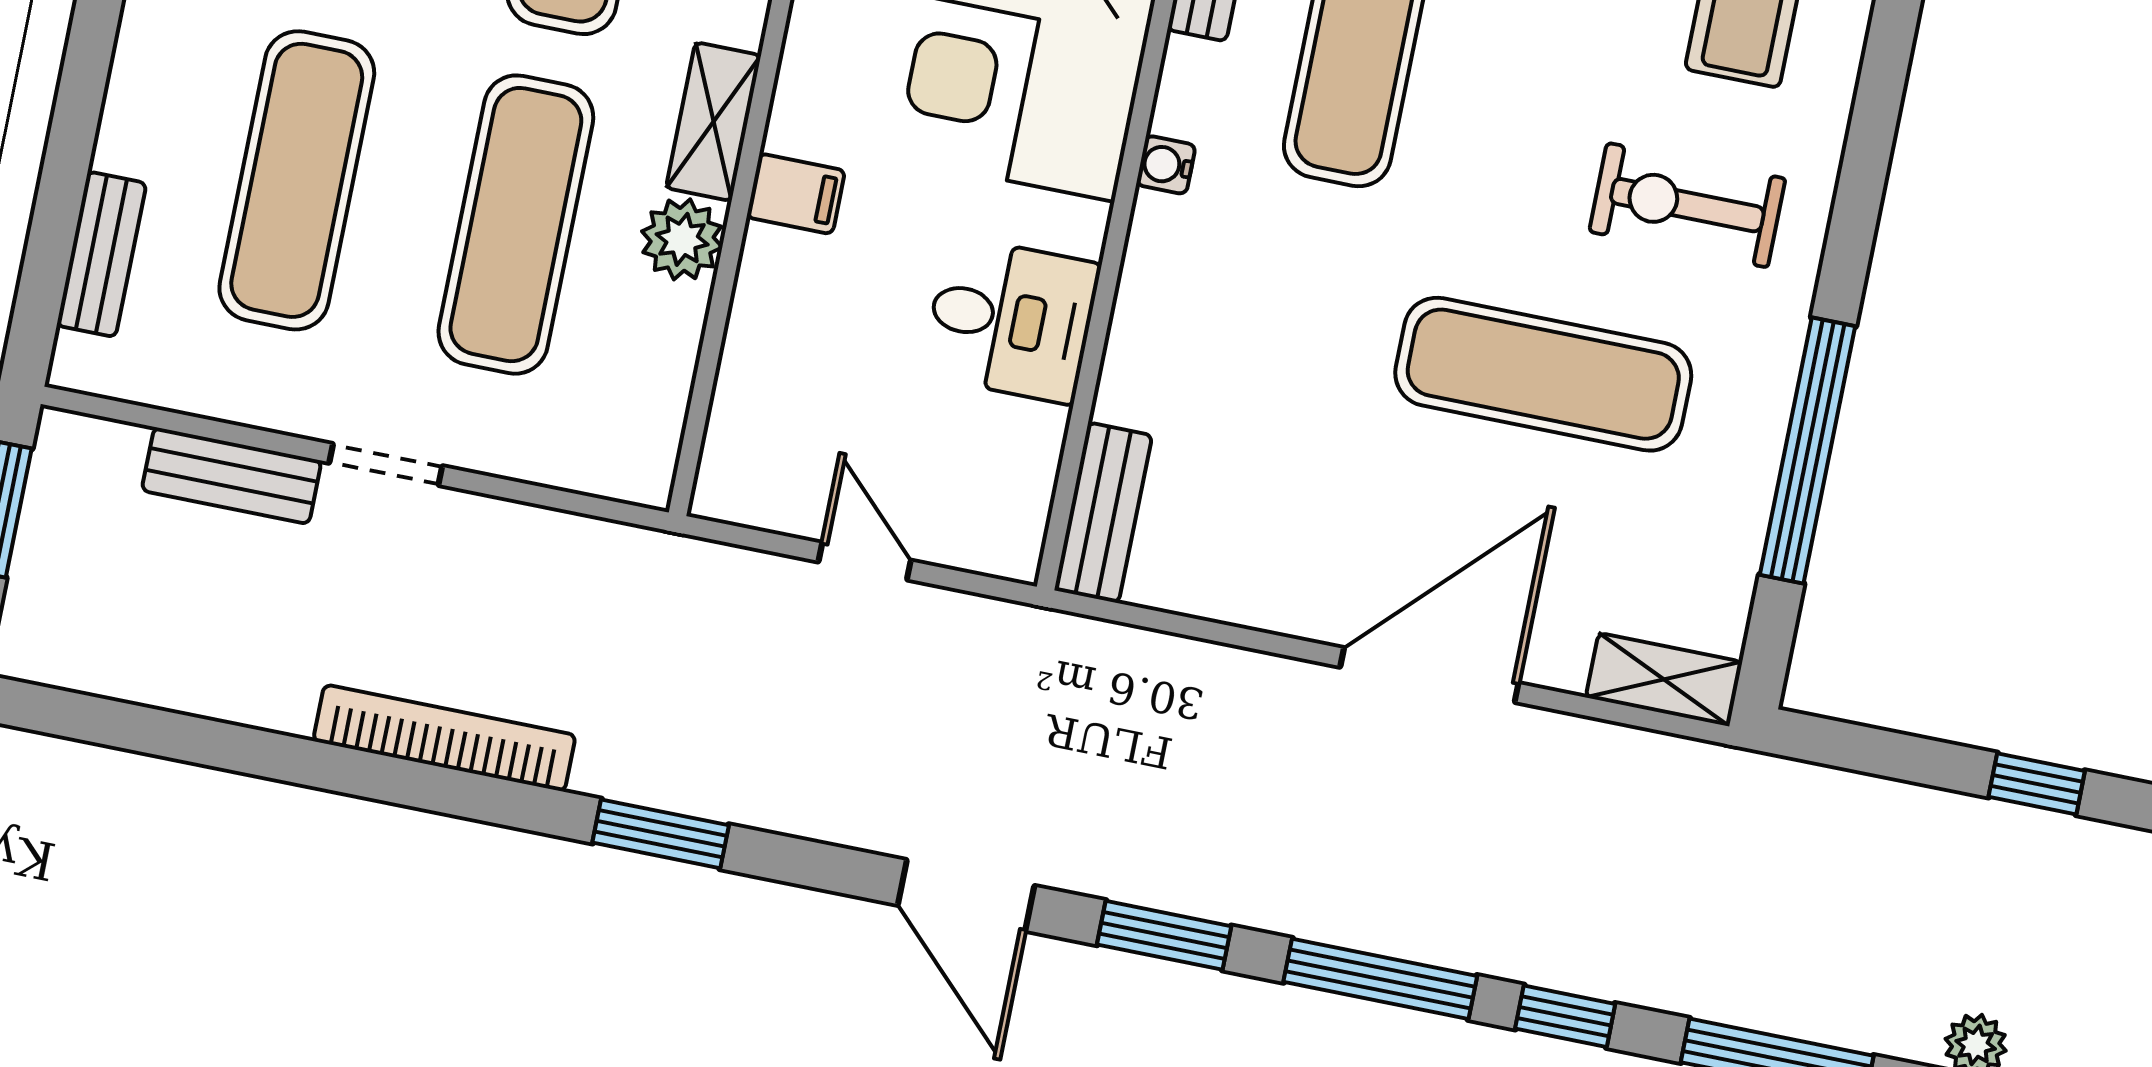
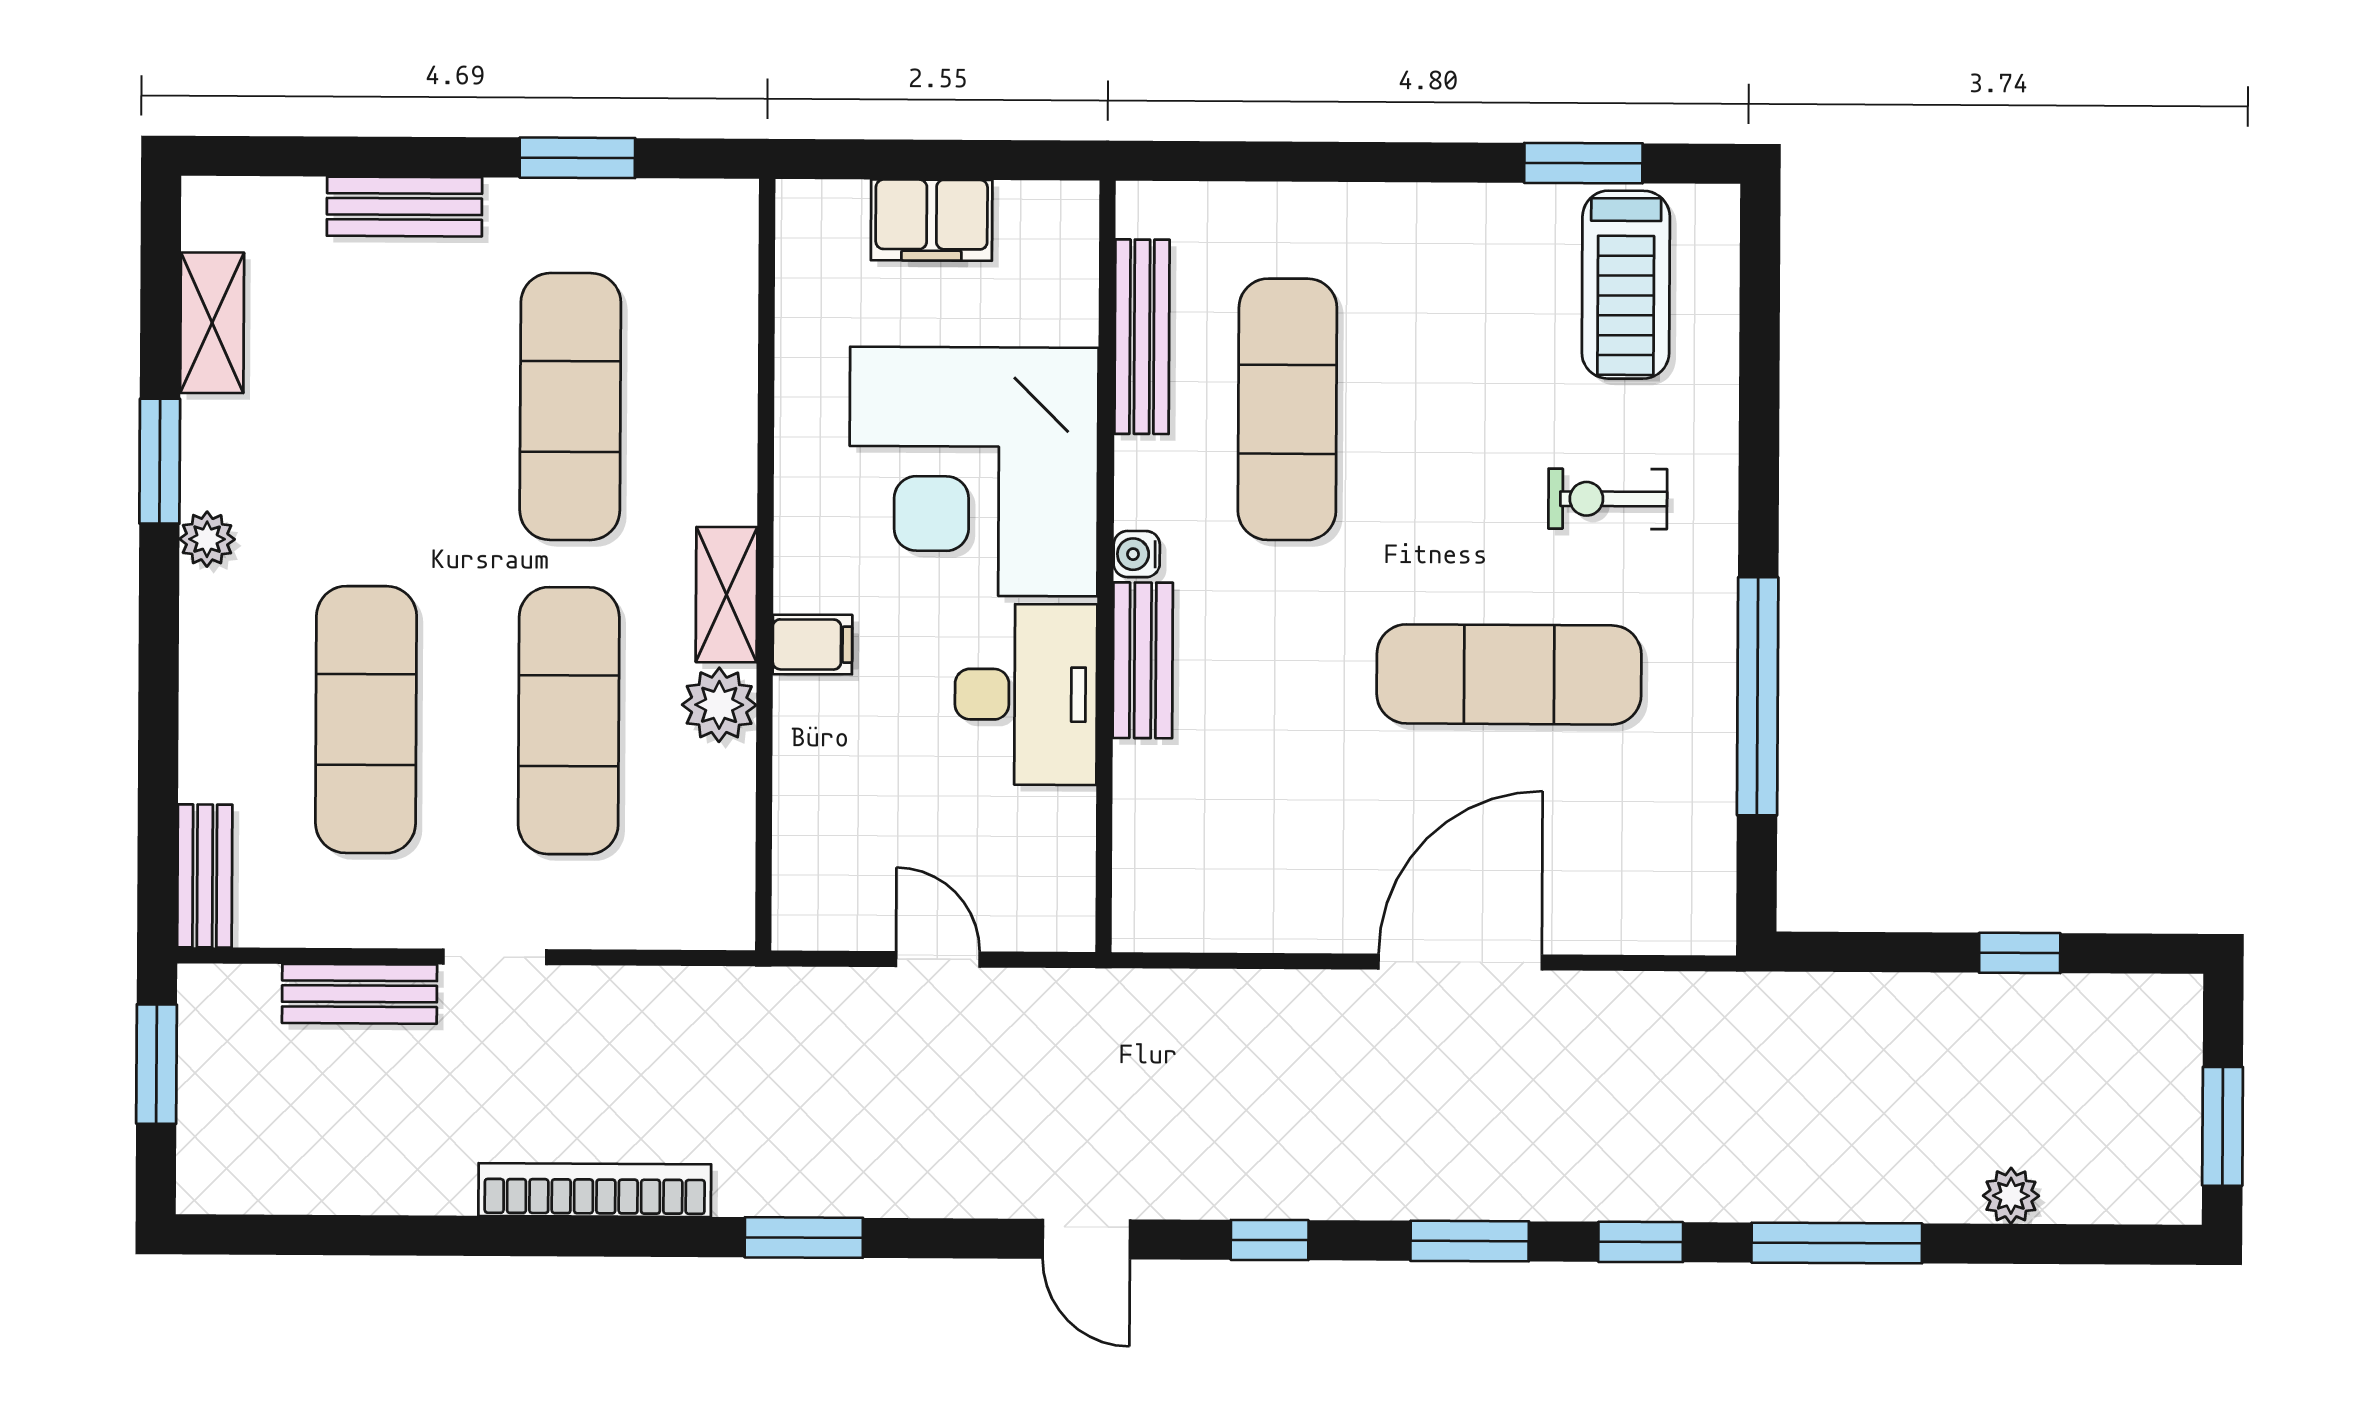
exercise bike: (1687, 205) -> (1608, 499), width x0.73, depth x0.72
bench: (102, 254) -> (205, 876), moved
desk: (1011, 320) -> (1026, 694), width x1.37
bench: (1103, 513) -> (1143, 660), moved
shelving: (1664, 680) -> (1670, 925), removed
door: (966, 895) -> (1086, 1239), width x0.73
window: (1164, 935) -> (1270, 1240), width x0.67
window: (1380, 979) -> (1470, 1241), width x0.69

